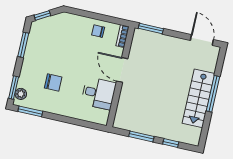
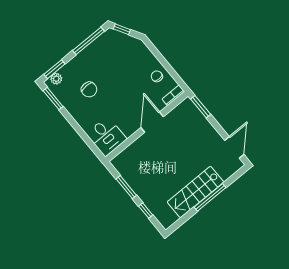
window: (23, 45) -> (89, 41), width x1.44
desk: (98, 93) -> (106, 136), moved

